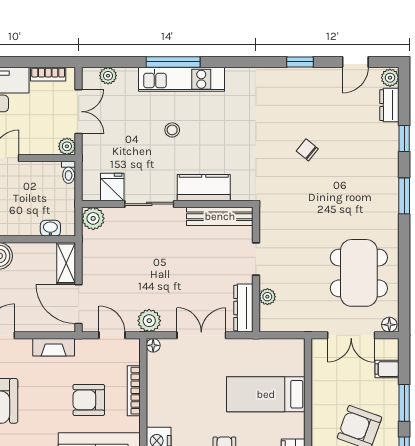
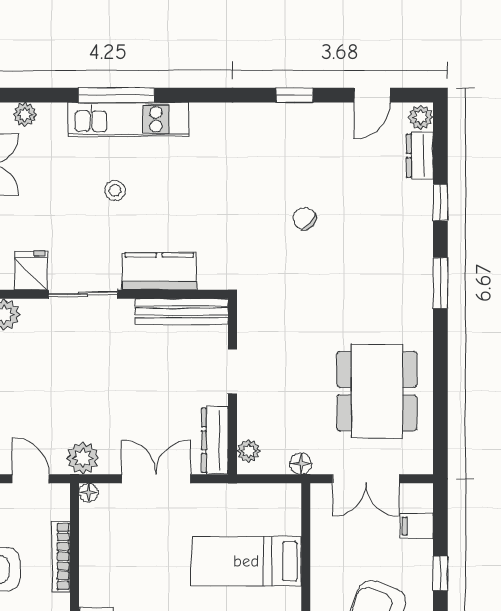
plant: (267, 297) -> (248, 451), moved
floor lamp: (389, 325) -> (301, 464), moved
window: (404, 403) -> (440, 573), width x0.67

